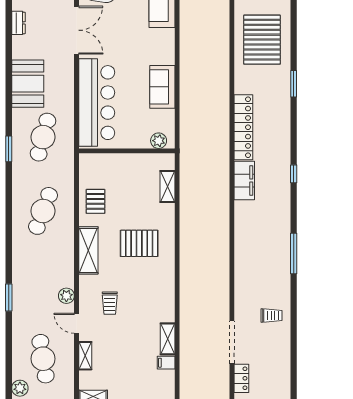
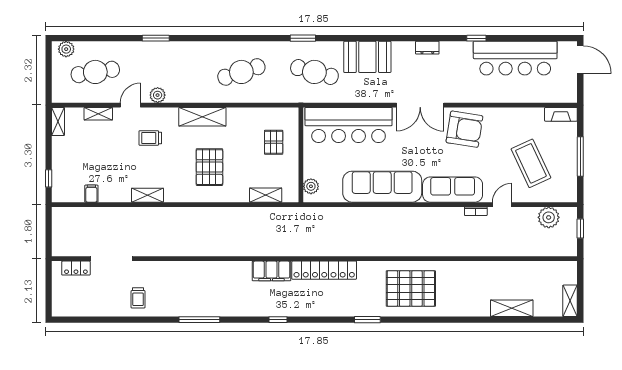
sofa: (162, 87) -> (382, 187), width x1.85, depth x1.27
pallet: (96, 201) -> (274, 142), moved, turned 90
cafe table: (43, 211) -> (241, 72), turned -39
shelving: (168, 339) -> (147, 195), moved

